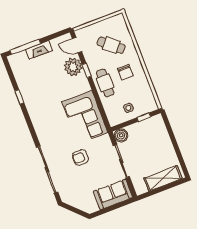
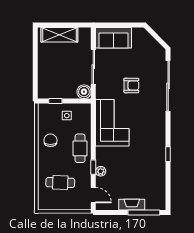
cafe table: (111, 45) -> (60, 183), turned -38
plant: (73, 67) -> (101, 171), width x0.53, depth x0.53
chair: (125, 72) -> (50, 140), moved
window: (19, 97) -> (168, 154), moved

